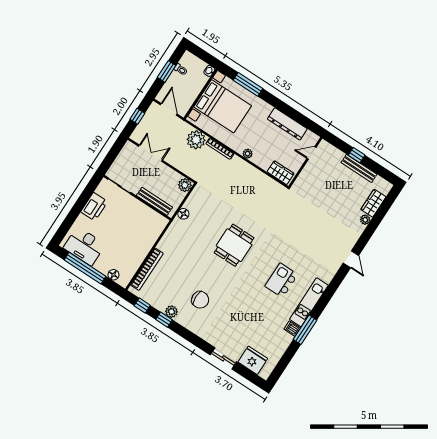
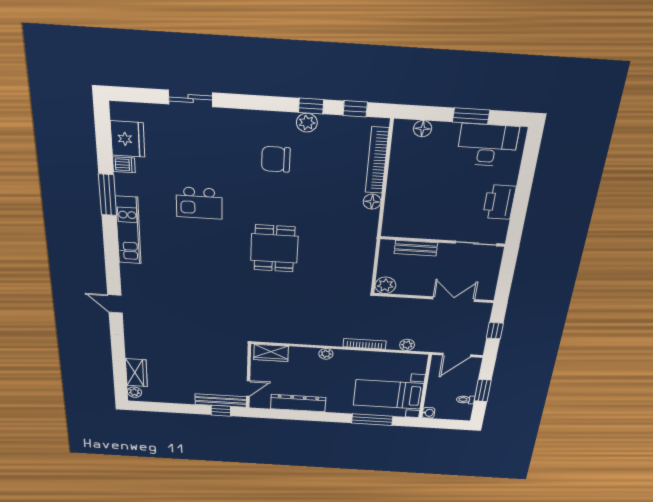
bed with nightstands: (223, 106) -> (388, 394), width x0.73
door: (169, 109) -> (457, 355), hinge flipped
plant: (196, 140) -> (407, 345), width x0.53, depth x0.53
double door: (150, 153) -> (454, 299), swing flipped
window: (357, 155) -> (221, 411), moved
bench: (359, 168) -> (221, 400), moved
bench: (154, 201) -> (416, 248), width x0.73
floor lamp: (183, 214) -> (372, 202), moved
plant: (365, 220) -> (134, 392), moved
window: (85, 268) -> (471, 116), width x0.47
kitchen island: (281, 280) -> (199, 203), moved, turned 90
dishwasher: (292, 329) -> (124, 165), moved
fridge: (253, 360) -> (128, 139), moved, turned -90

